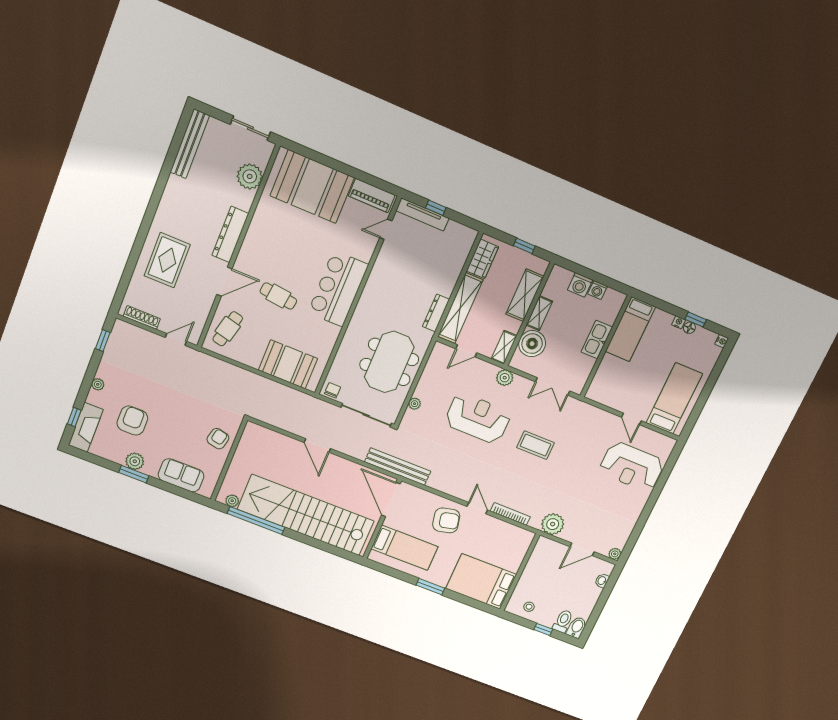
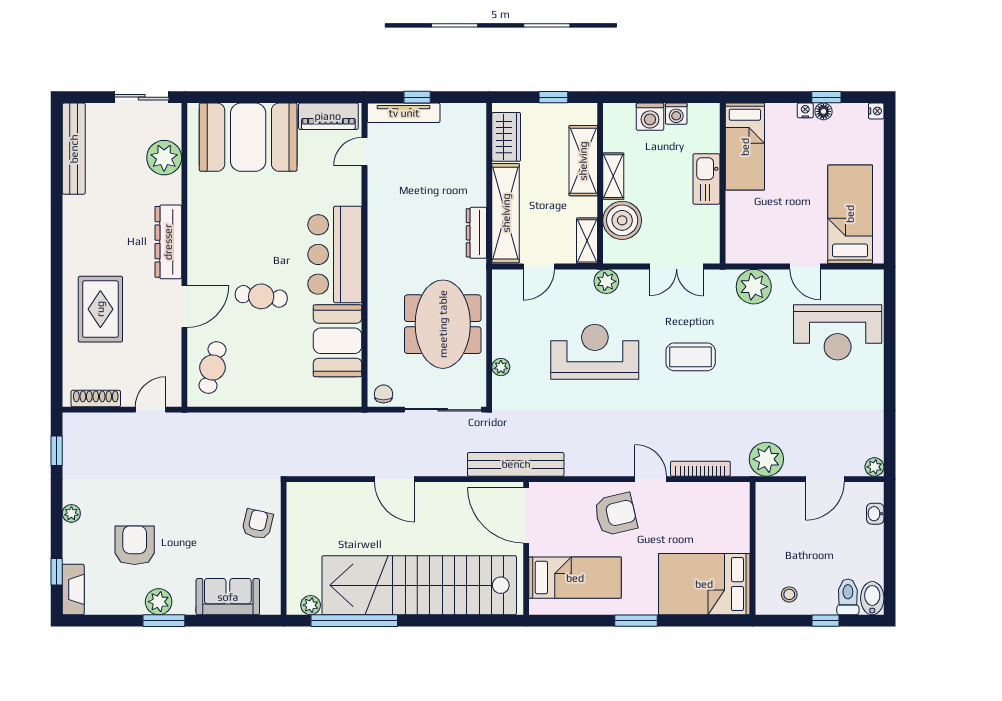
booth: (288, 364) -> (338, 341), moved, turned 90
plant: (594, 418) -> (754, 287), added
fireplace: (86, 427) -> (73, 589), width x0.73, depth x0.76

